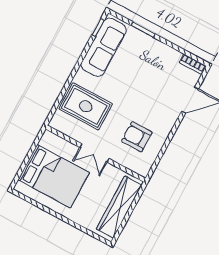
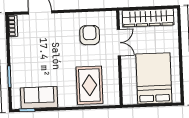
sofa: (104, 47) -> (39, 98), width x0.73
armchair: (137, 137) -> (90, 35), turned 180
double door: (94, 153) -> (119, 43), moved

